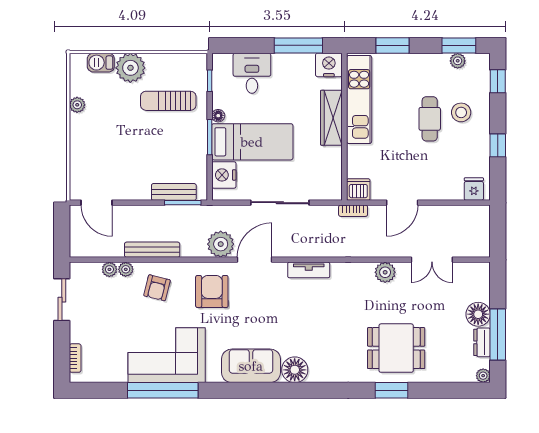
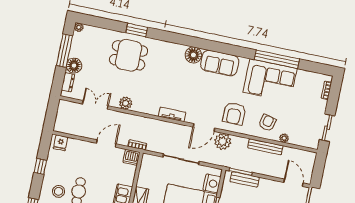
plant: (109, 269) -> (294, 140), removed
dresser: (482, 342) -> (68, 82), moved

